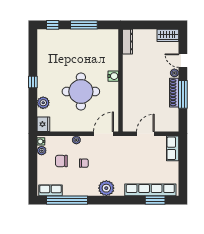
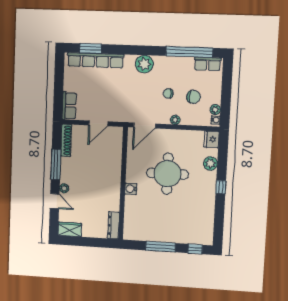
shoe rack: (174, 93) -> (66, 140), moved

